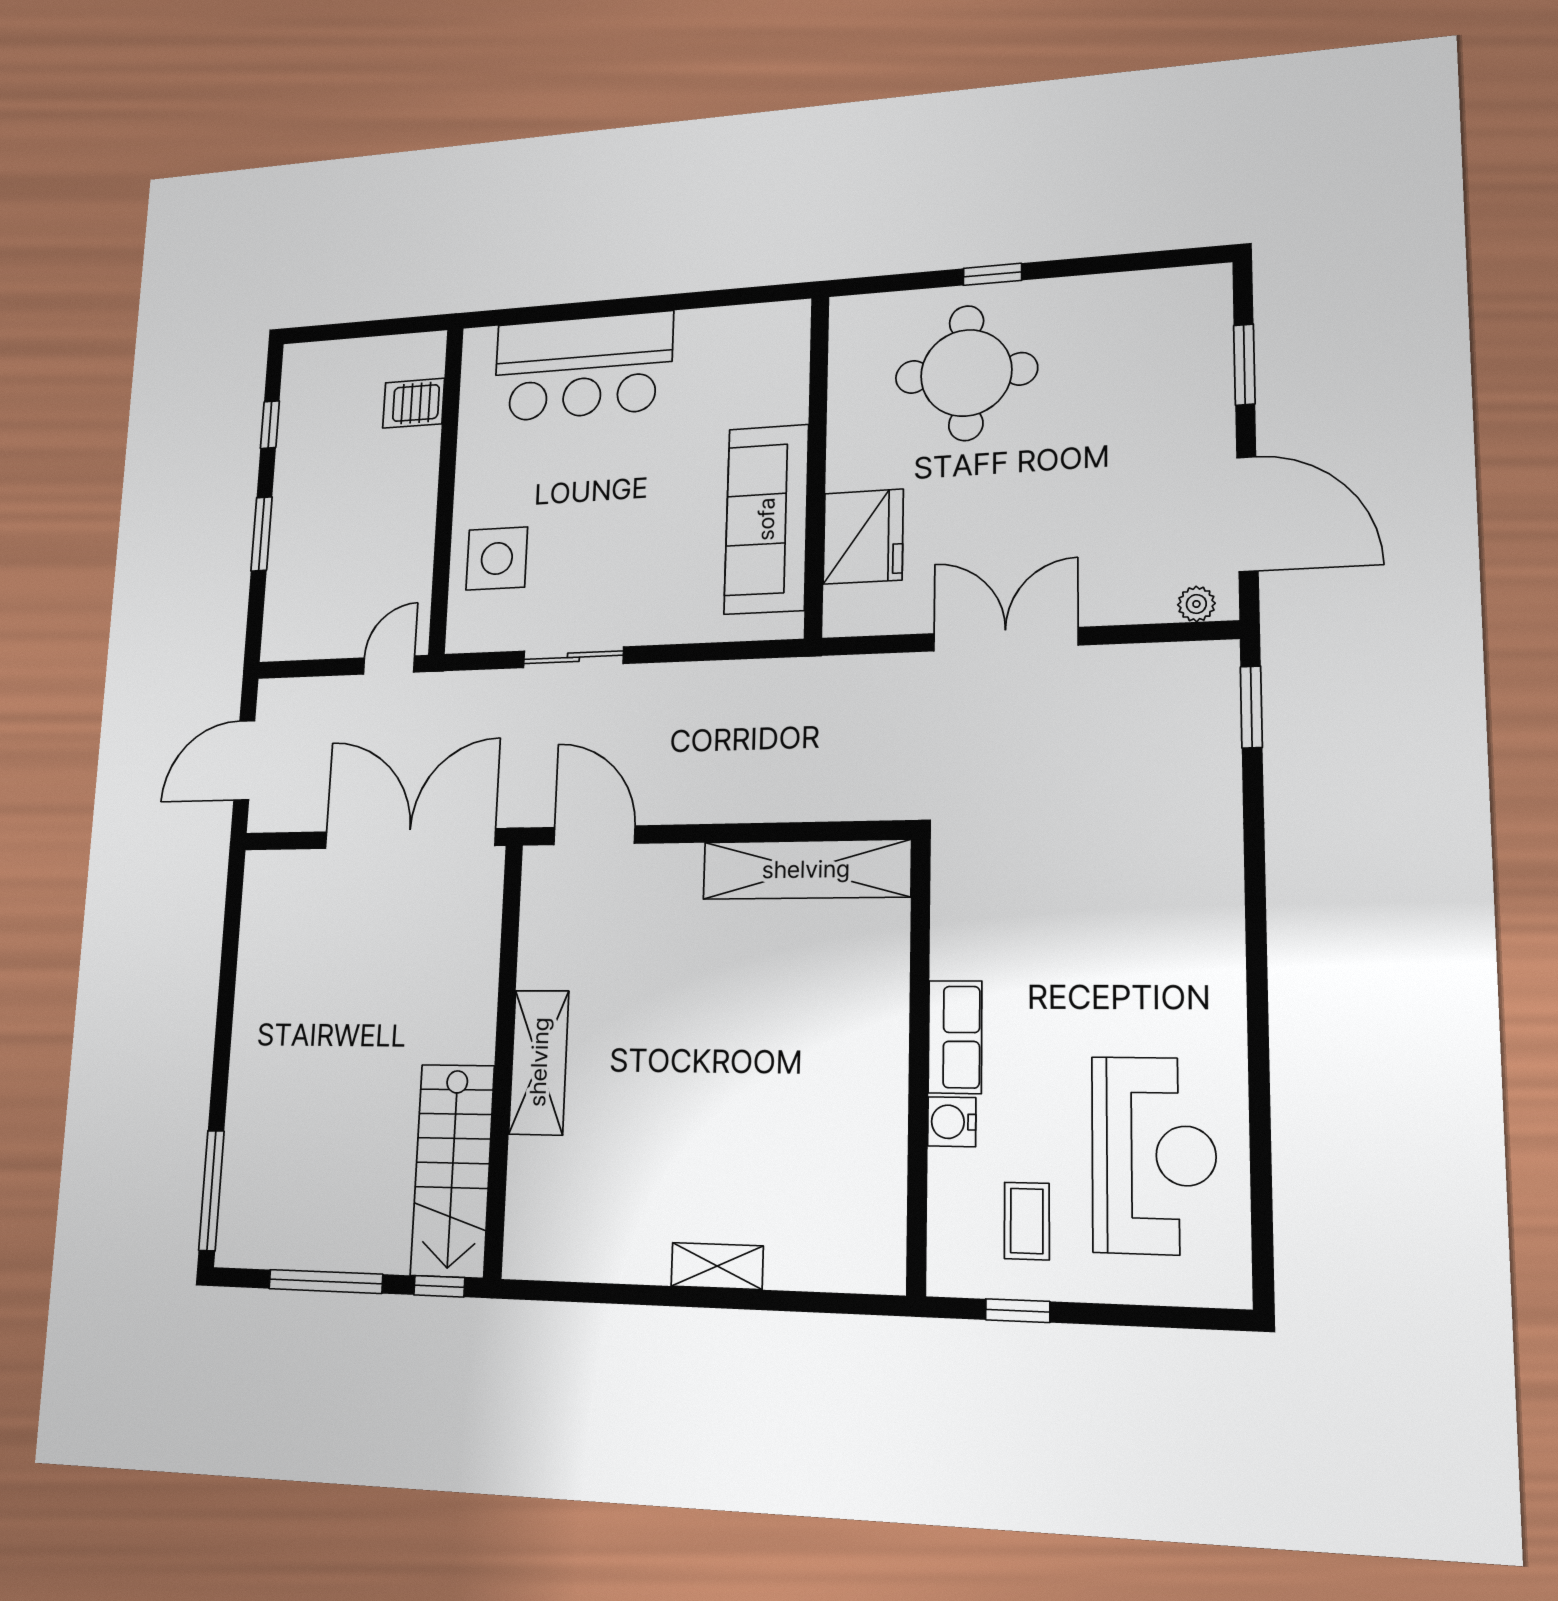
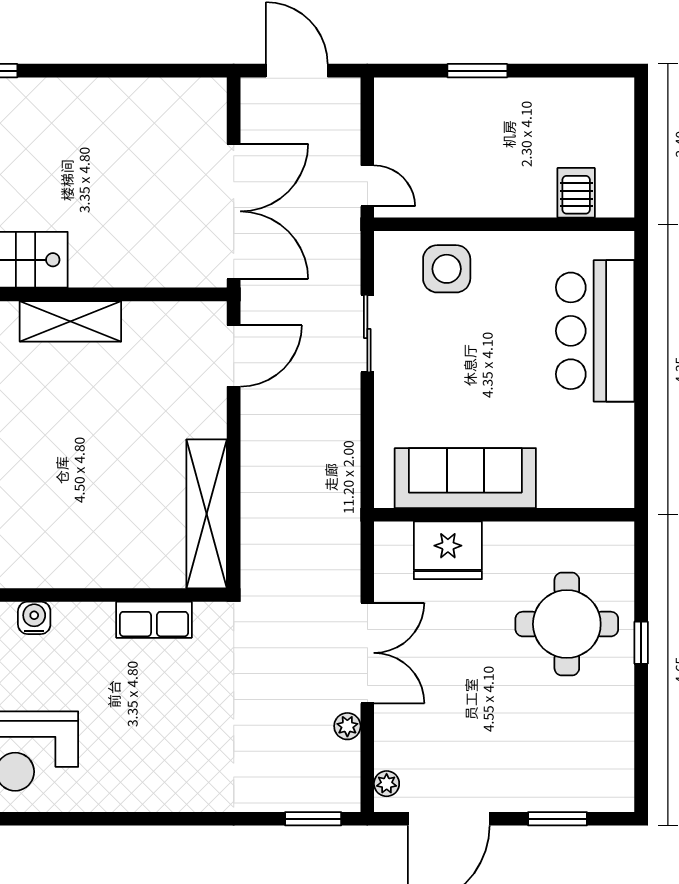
window: (270, 425) -> (567, 71), removed
plant: (1112, 663) -> (347, 726), added
row of seats: (955, 1037) -> (154, 620), moved

